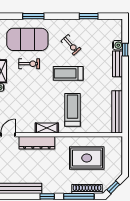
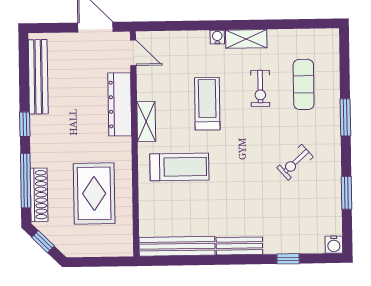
window: (33, 16) -> (345, 117), moved
exercise mat: (27, 39) -> (304, 84), width x0.50, depth x0.69
water cooler: (118, 45) -> (334, 245), moved
bench: (117, 64) -> (239, 246), moved
treadmill: (68, 73) -> (207, 104), moved

